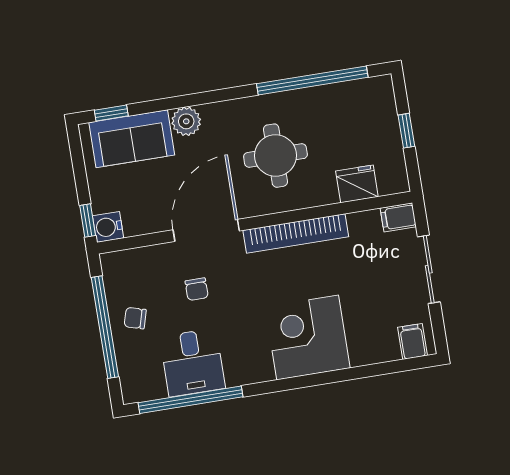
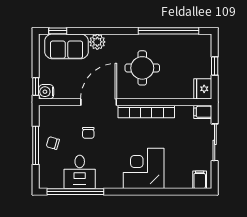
fridge: (357, 184) -> (203, 89), moved, turned -90
window: (105, 327) -> (36, 145), width x0.68

